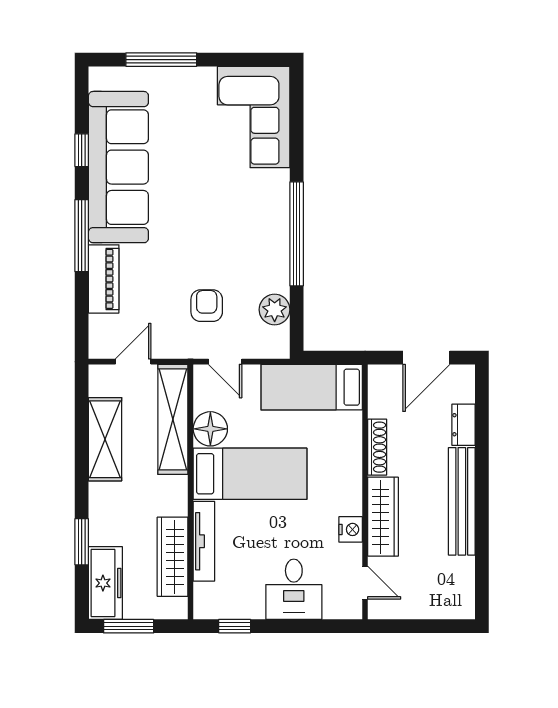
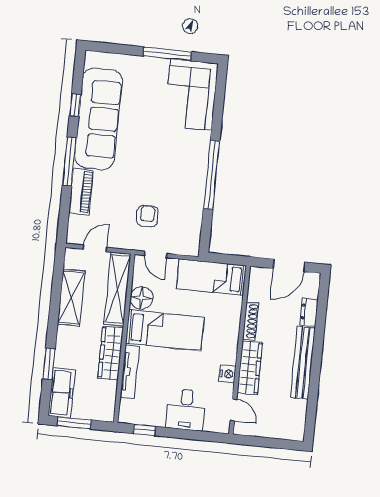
window: (161, 60) -> (167, 54), moved
plant: (275, 310) -> (192, 223), removed
wardrobe: (172, 557) -> (111, 353), moved

